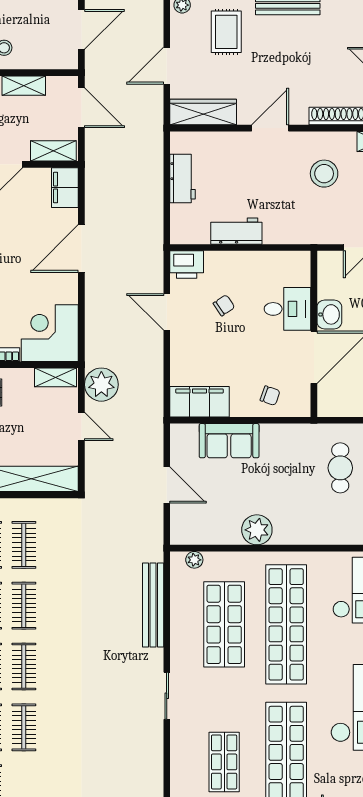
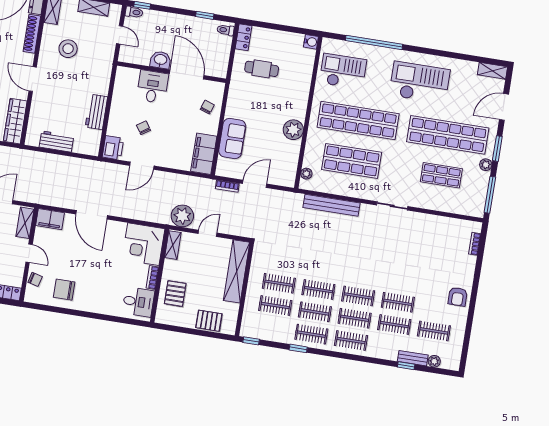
bookcase: (157, 445) -> (227, 186), added

